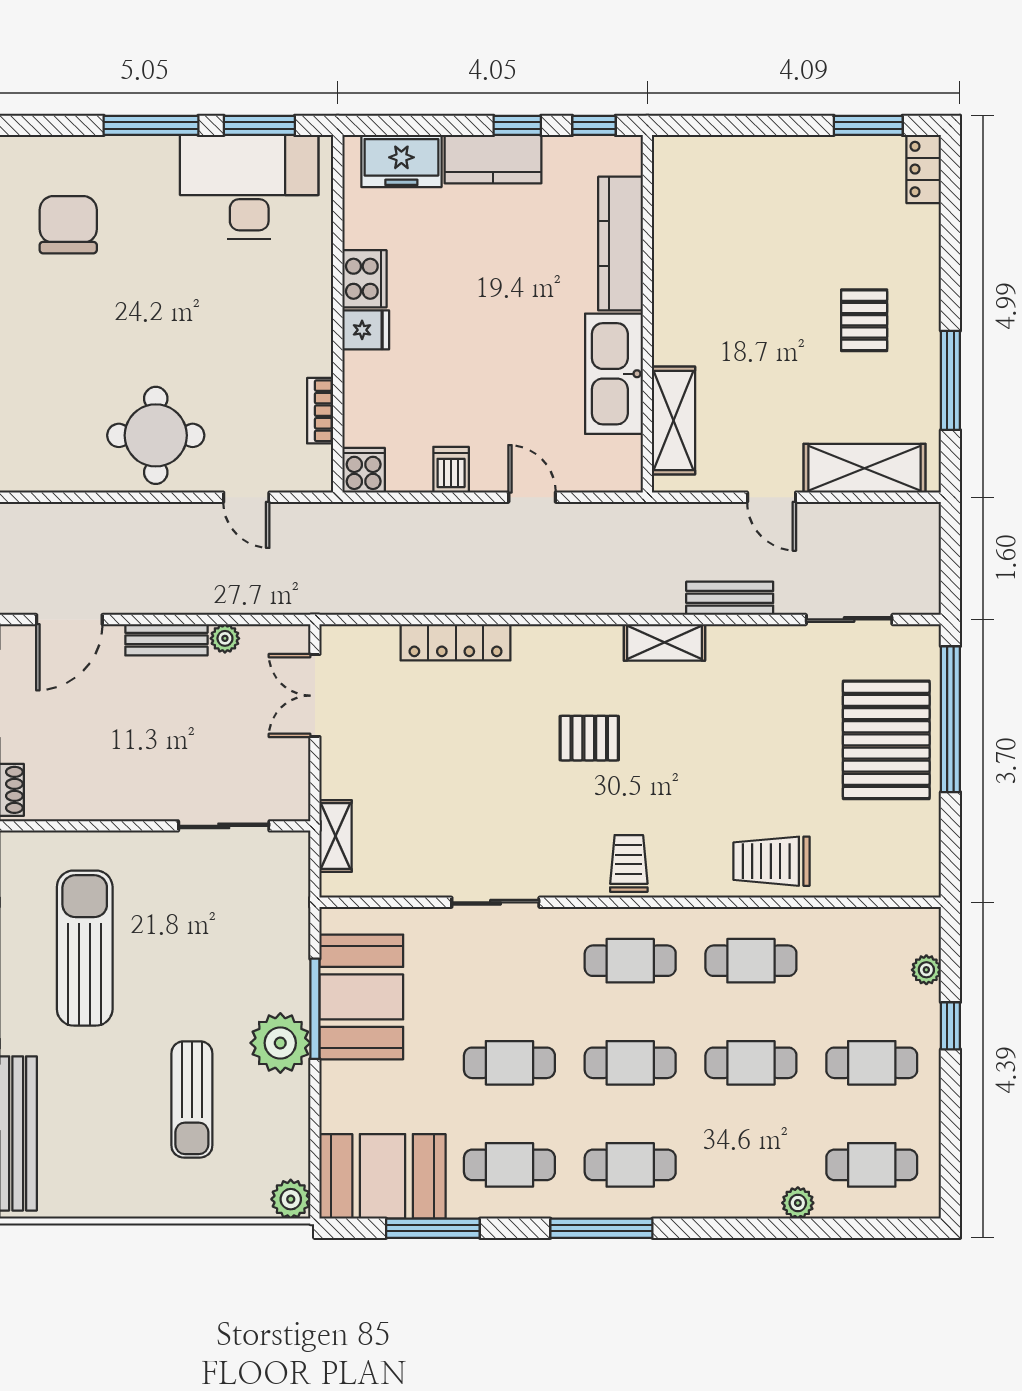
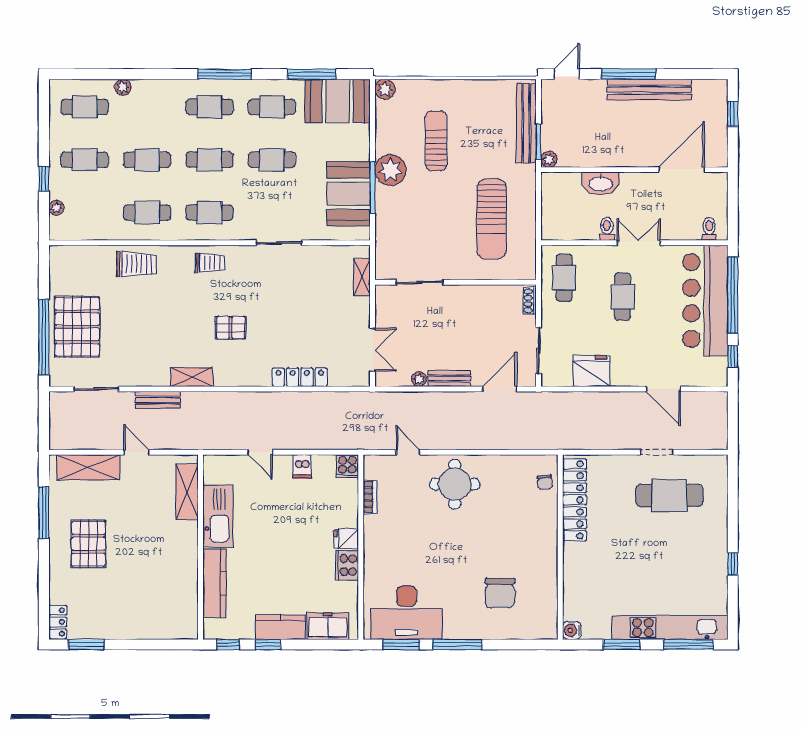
pallet: (864, 320) -> (89, 544), width x1.50, depth x1.42
trolley: (629, 863) -> (210, 263), turned -90

